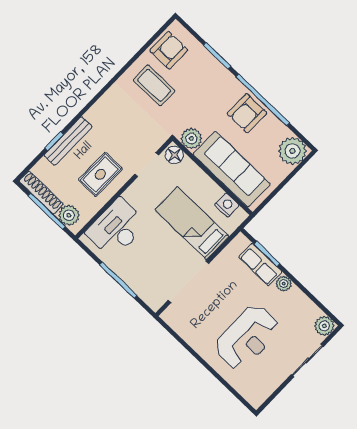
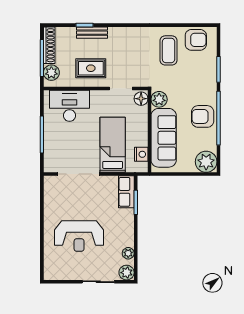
bench: (68, 141) -> (92, 33), width x0.73
row of seats: (260, 265) -> (126, 192), moved
plant: (284, 284) -> (128, 253), moved

